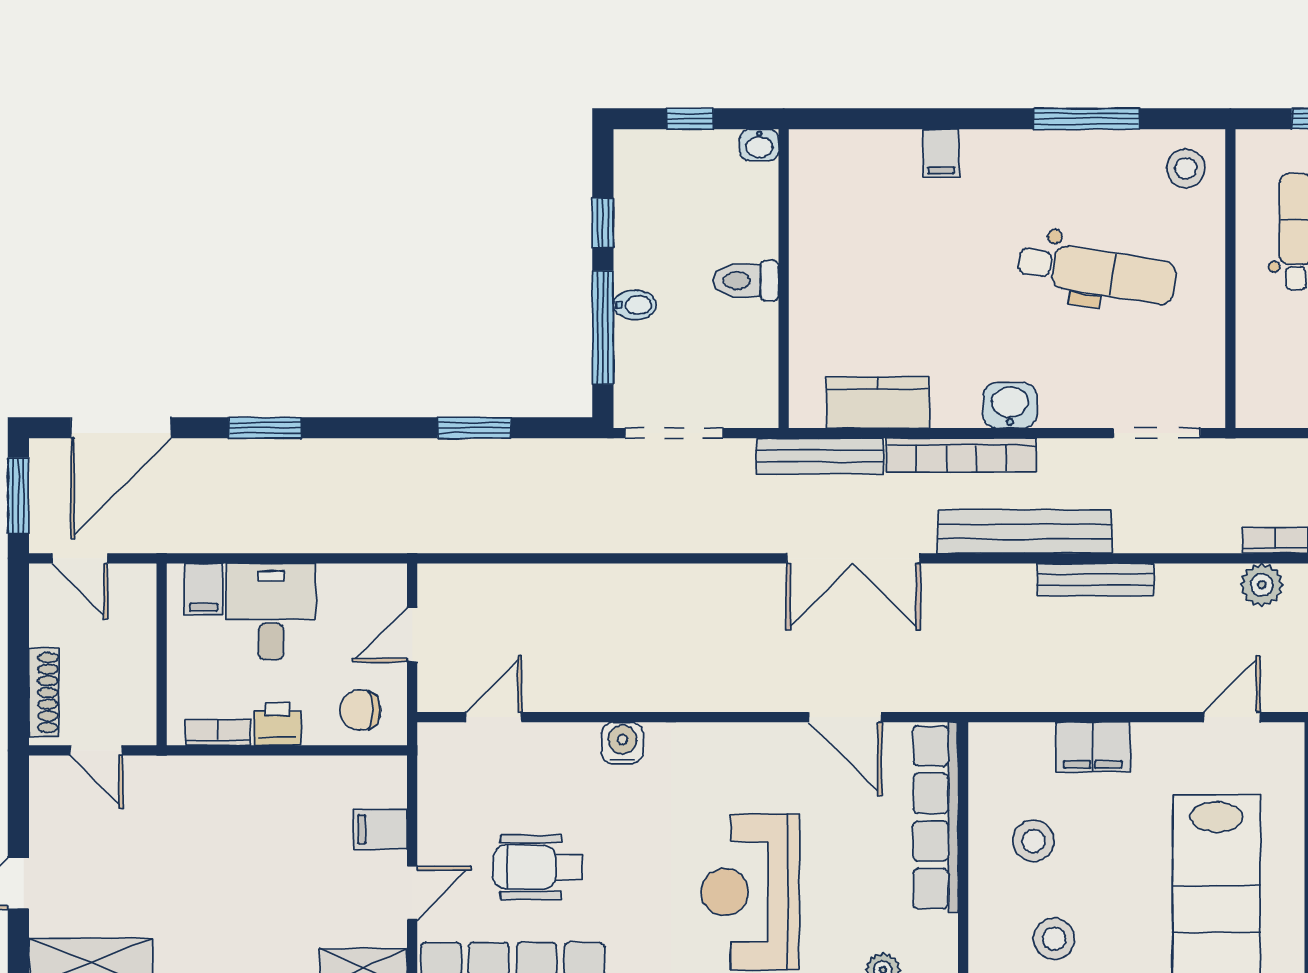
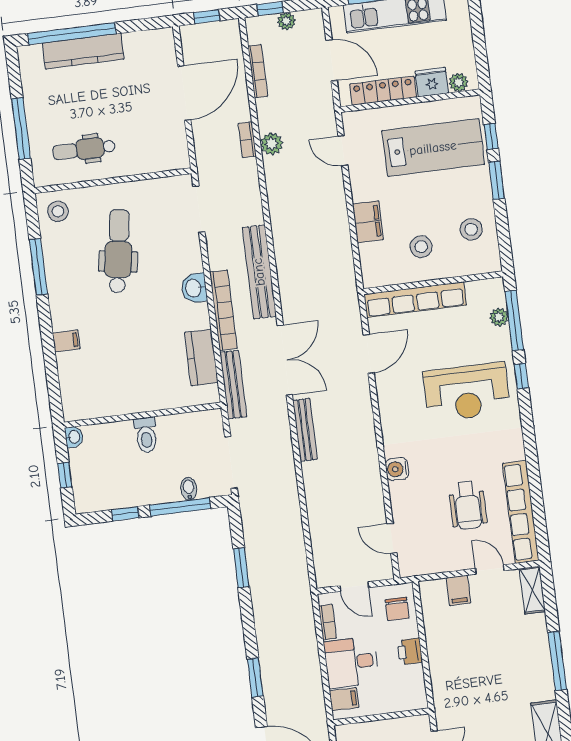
bidet: (635, 305) -> (189, 489), moved
bench: (1095, 580) -> (305, 430), moved
bookcase: (218, 732) -> (328, 622), moved, turned 180

